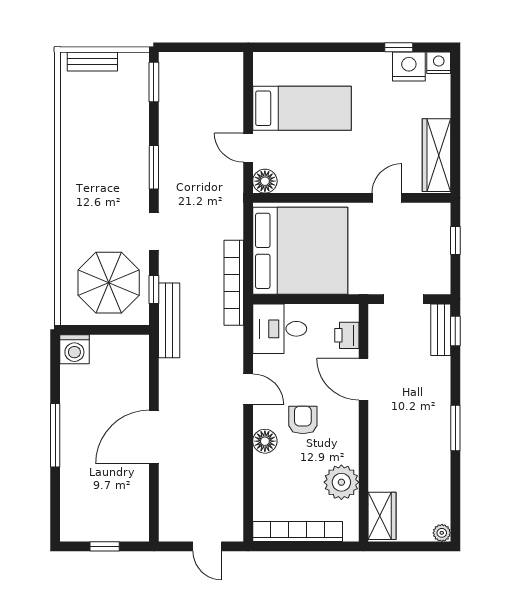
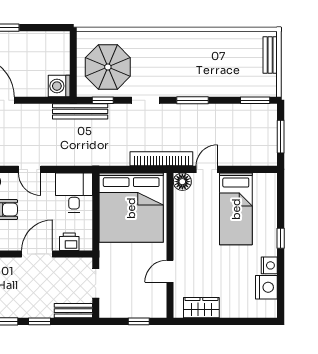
window: (203, 47) -> (281, 137), added
window: (399, 47) -> (281, 238), moved
nightstand: (439, 63) -> (269, 265), moved
wardrobe: (437, 155) -> (201, 308), width x0.67
door: (387, 198) -> (170, 271), swing flipped
bookcase: (234, 283) -> (161, 159), moved
window: (455, 331) -> (40, 321), moved
washing machine: (74, 349) -> (59, 86), moved
door: (248, 389) -> (30, 169), hinge flipped

